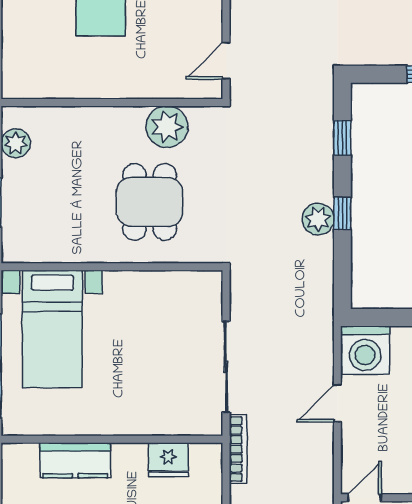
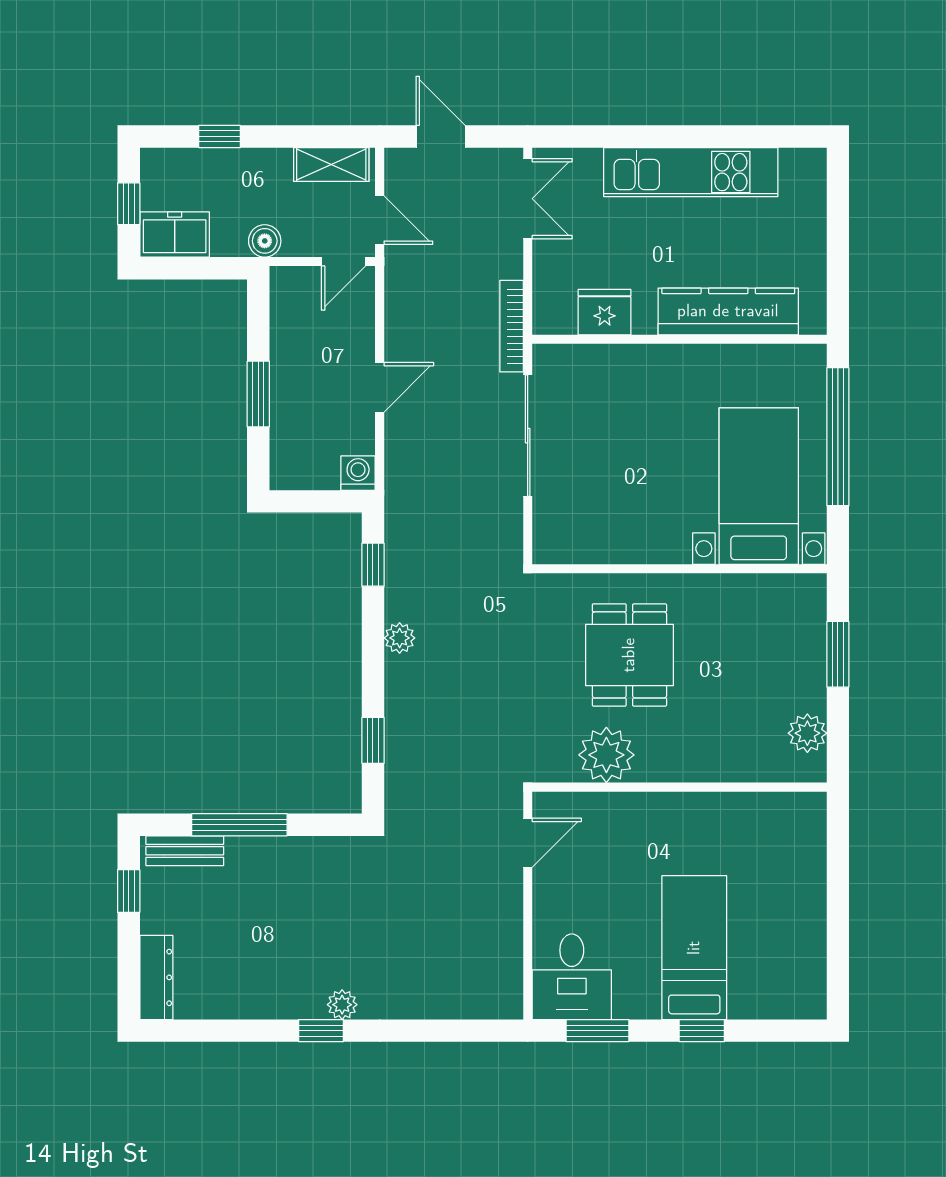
window: (342, 213) -> (373, 565), moved
plant: (318, 219) -> (400, 638), width x0.73, depth x0.73
washing machine: (365, 350) -> (358, 473), width x0.53, depth x0.53
kitchen counter: (75, 460) -> (728, 311), width x1.50

